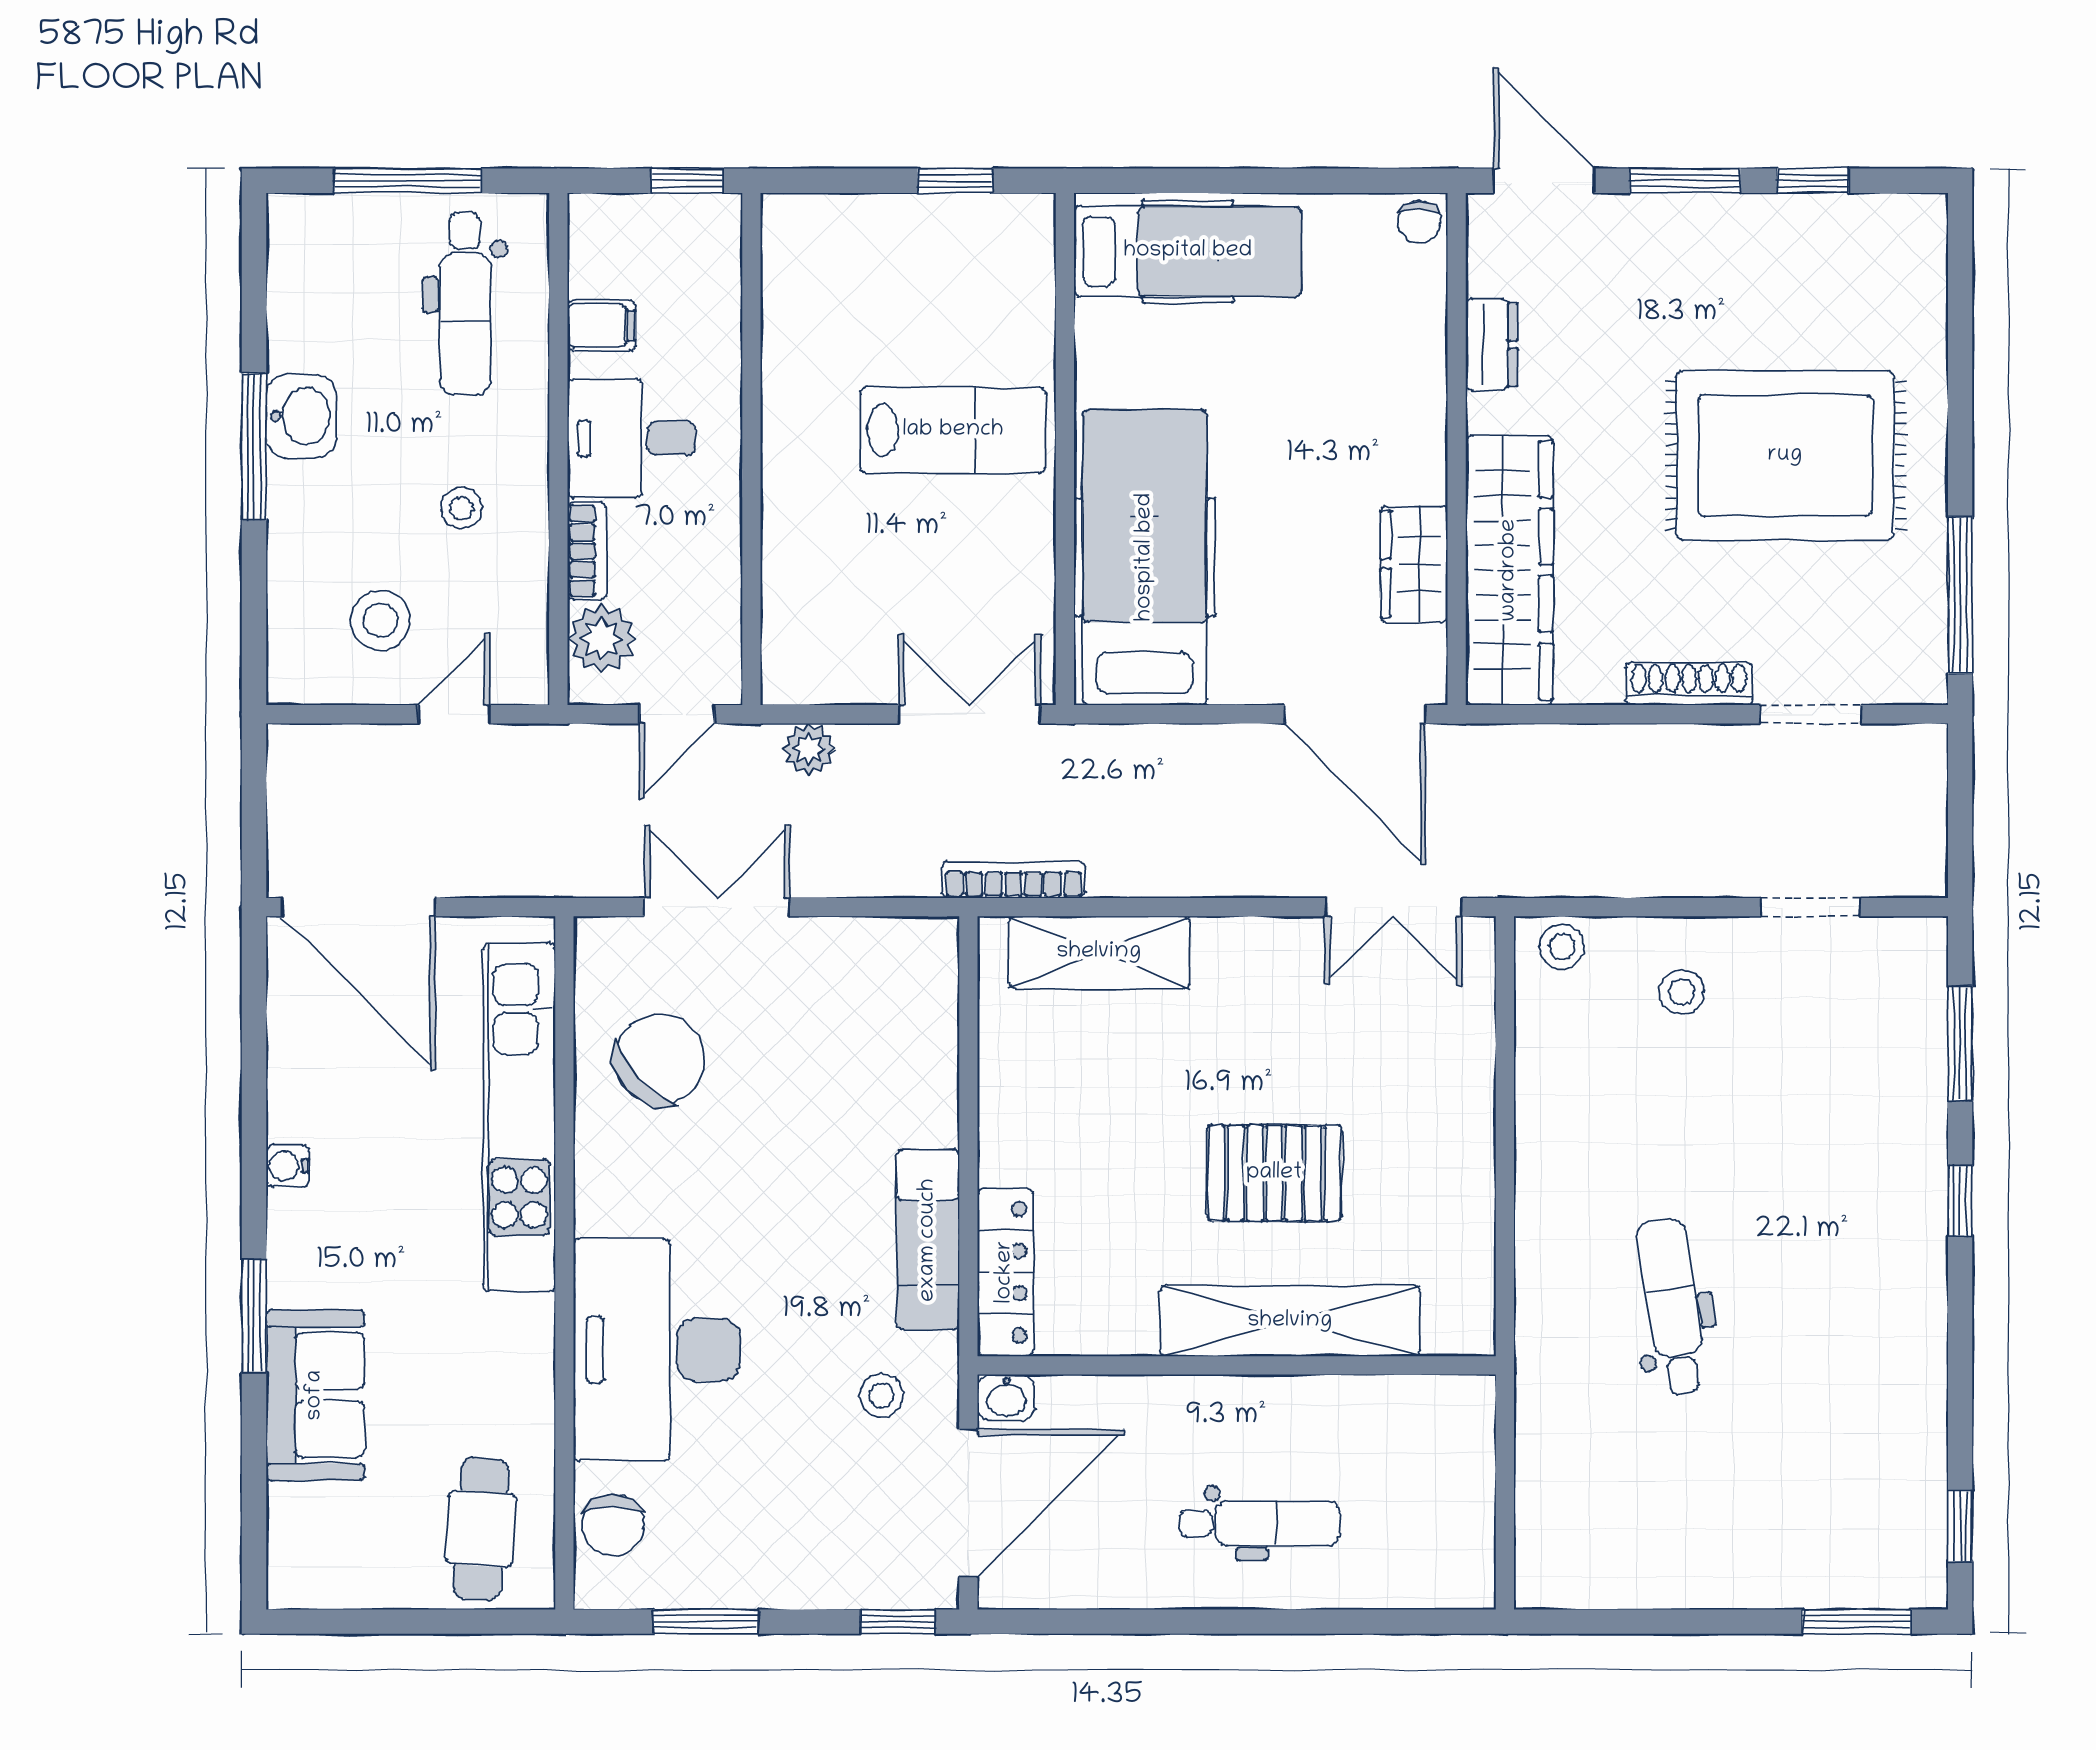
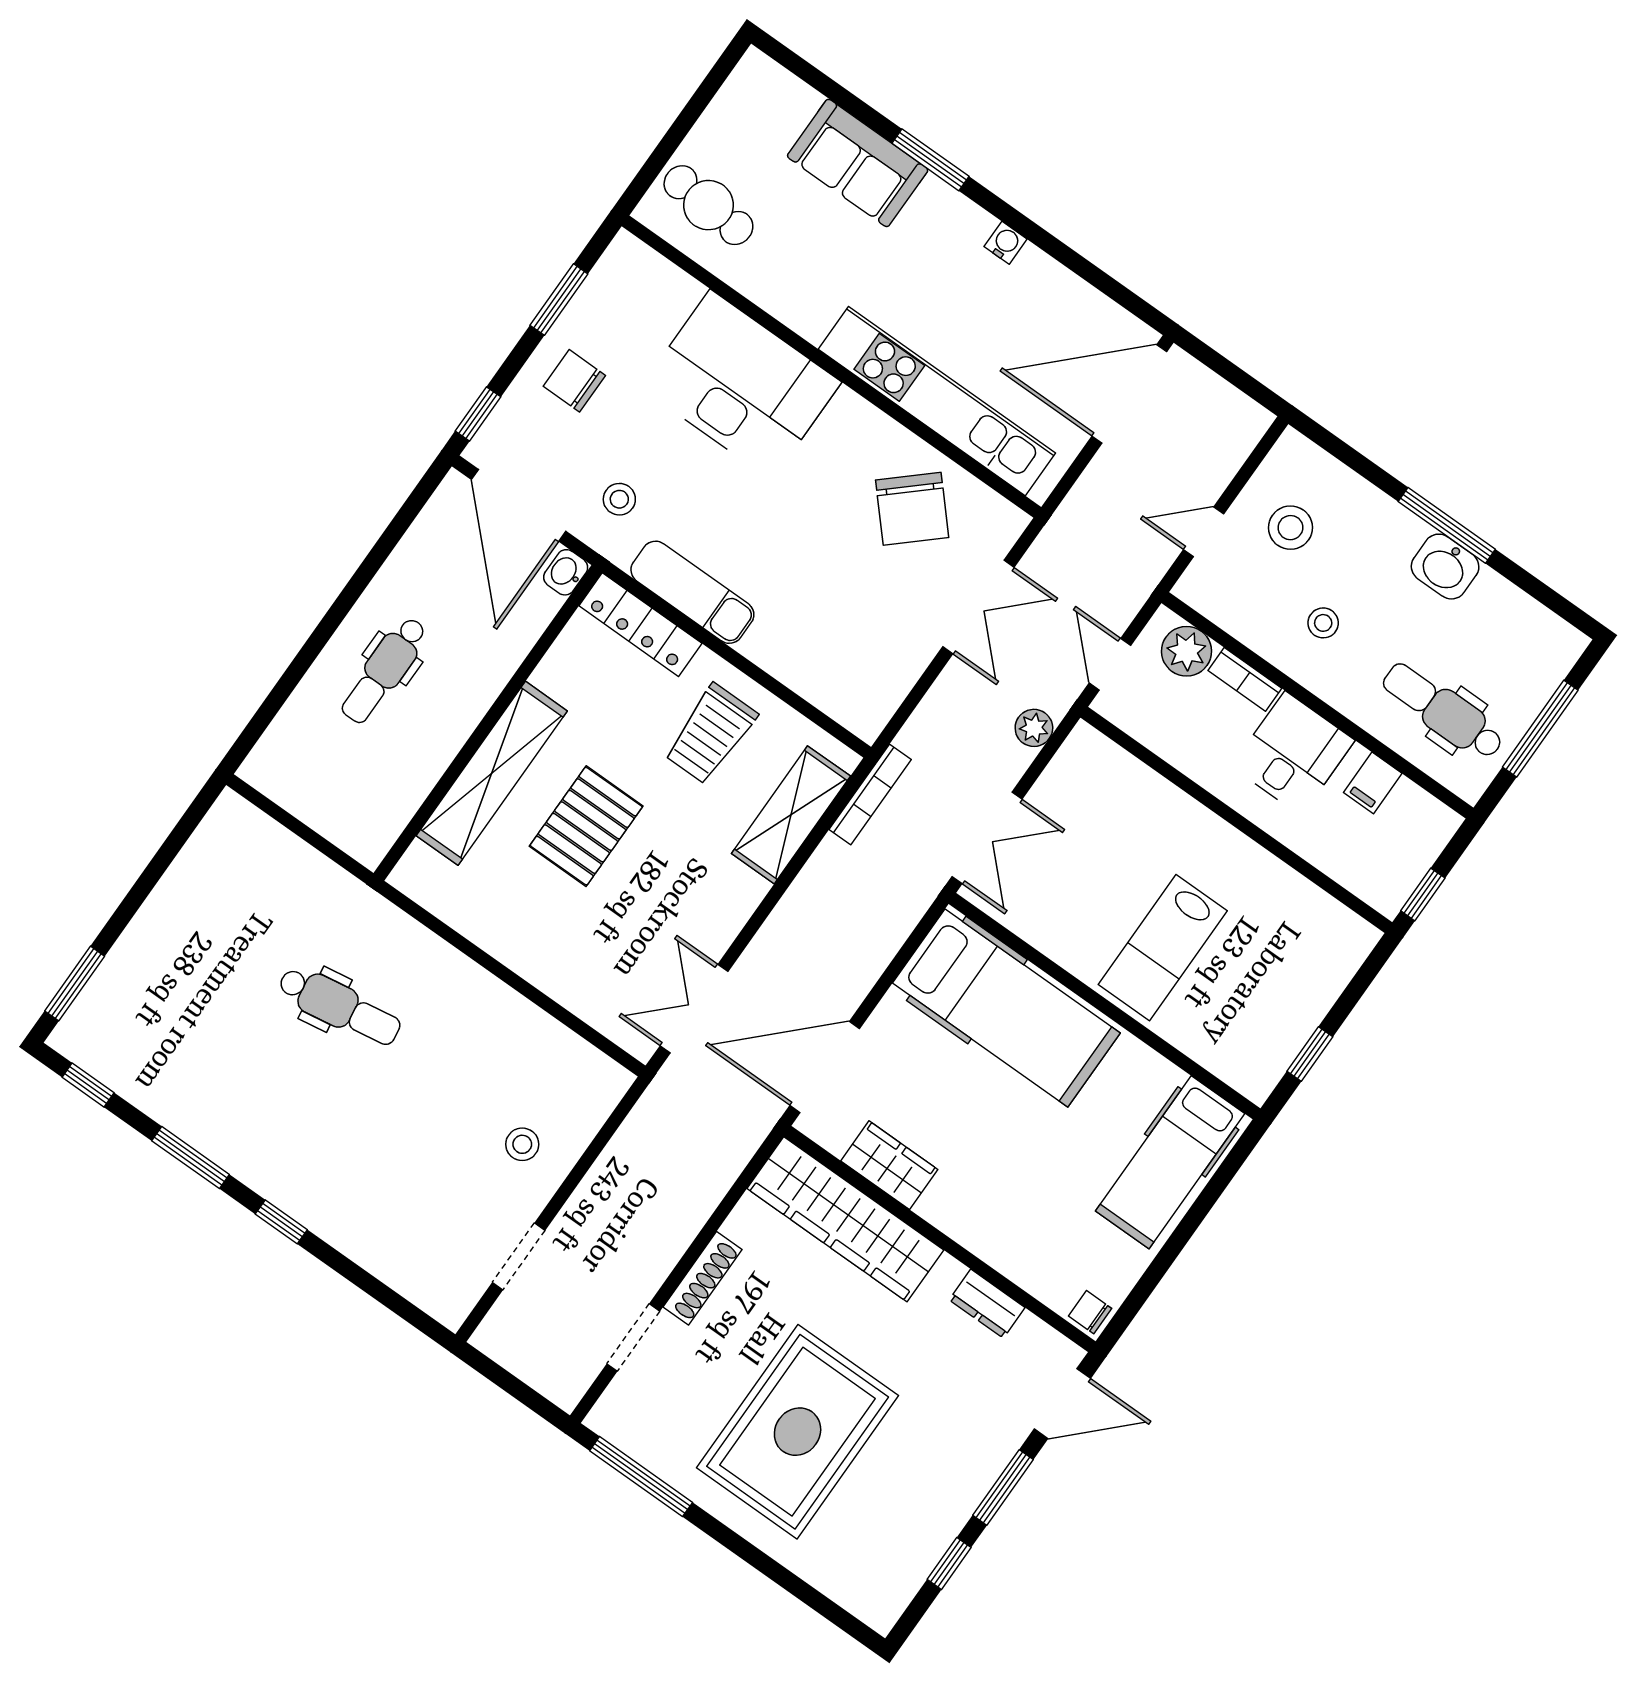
door: (454, 714) -> (1204, 532), swing flipped
stool: (1562, 946) -> (600, 1092), removed
window: (1960, 1043) -> (191, 1158), moved
trolley: (1072, 1107) -> (711, 734), added
chair: (613, 1525) -> (574, 381), moved

